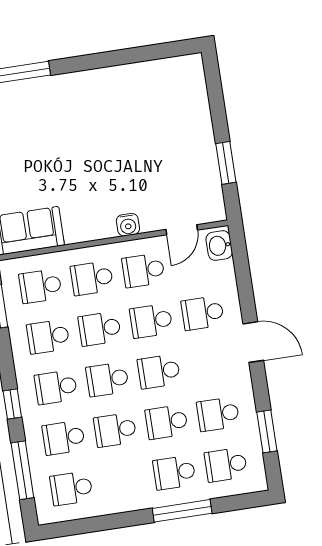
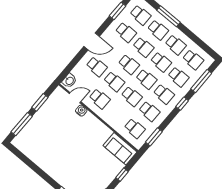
window: (216, 99) -> (22, 124), added
water cooler: (128, 225) -> (81, 111), moved
school desk: (92, 278) -> (176, 45), moved
door: (253, 342) -> (92, 41), swing flipped

